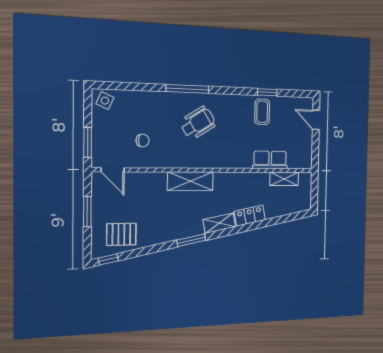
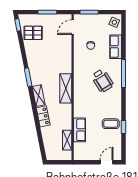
row of seats: (145, 100) -> (116, 47), added
shelving: (190, 181) -> (66, 88), moved
pallet: (121, 234) -> (33, 33), turned 90

